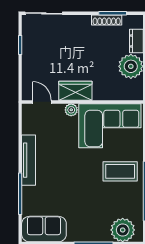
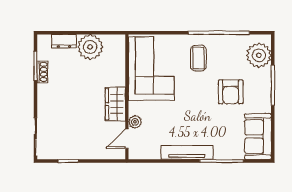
shoe rack: (107, 20) -> (42, 72), width x0.70
plant: (71, 110) -> (135, 122), moved
coffee table: (120, 171) -> (198, 58), width x0.73, depth x0.77
armchair: (87, 203) -> (231, 92), added

